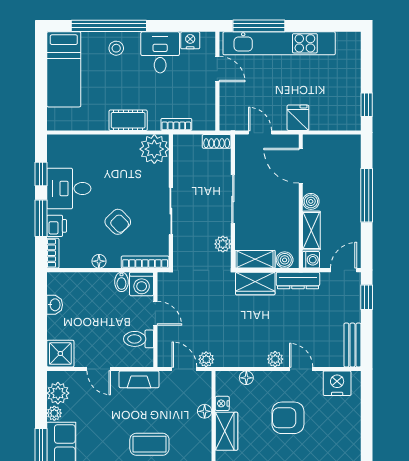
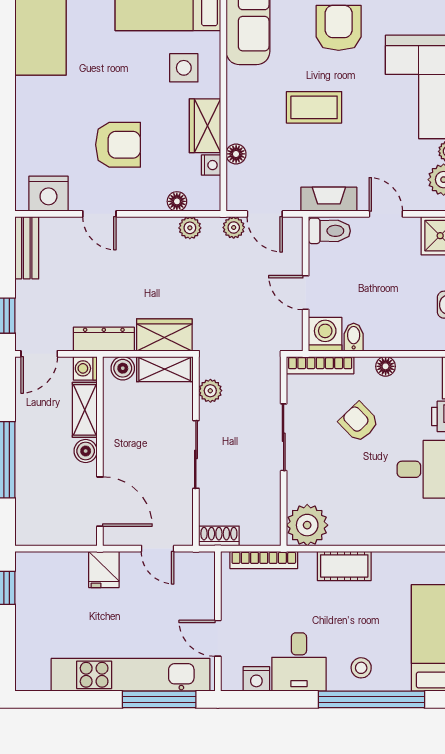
bookcase: (176, 124) -> (264, 560), width x1.56
toilet: (139, 339) -> (329, 231), moved
plant: (275, 359) -> (190, 228), moved

